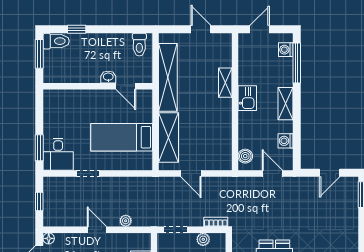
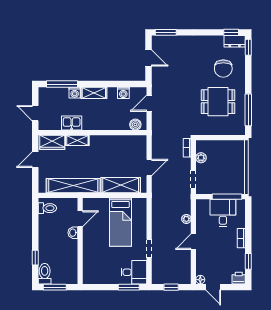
washing machine: (286, 50) -> (75, 93), moved
wardrobe: (223, 51) -> (52, 142), added
kitchen sink: (247, 98) -> (72, 123), moved

